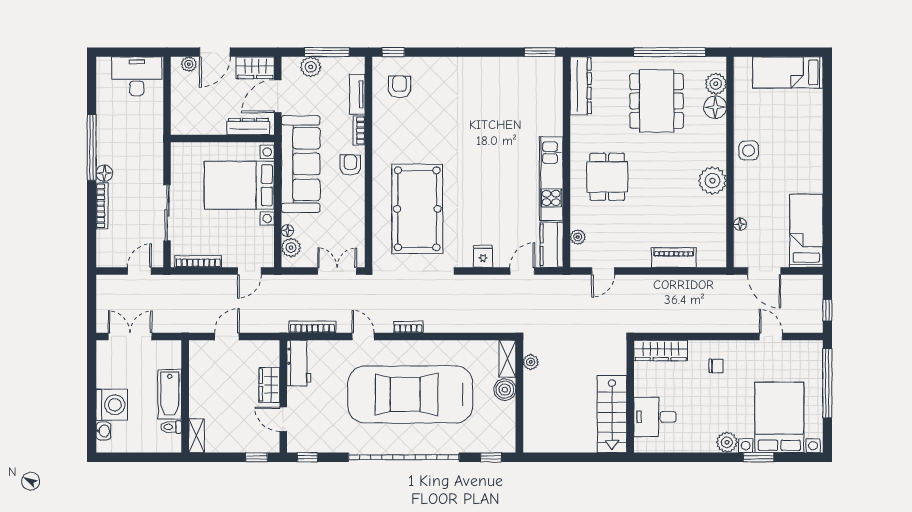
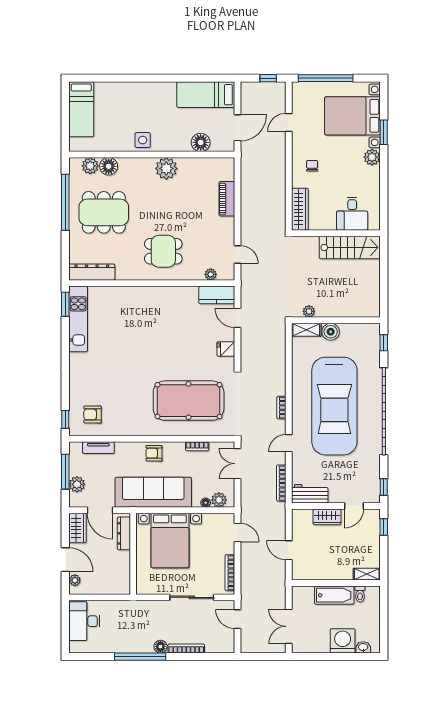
bookcase: (359, 130) -> (197, 446), moved
kitchen unit: (551, 179) -> (78, 319), moved, turned -90
floor lamp: (740, 224) -> (201, 142), width x1.89, depth x1.89

